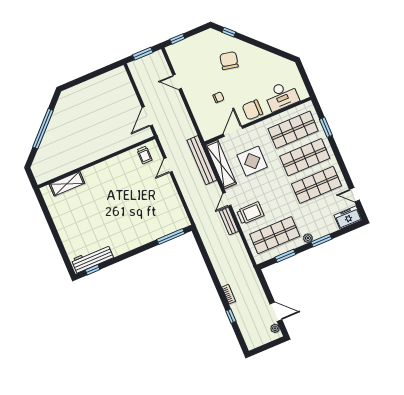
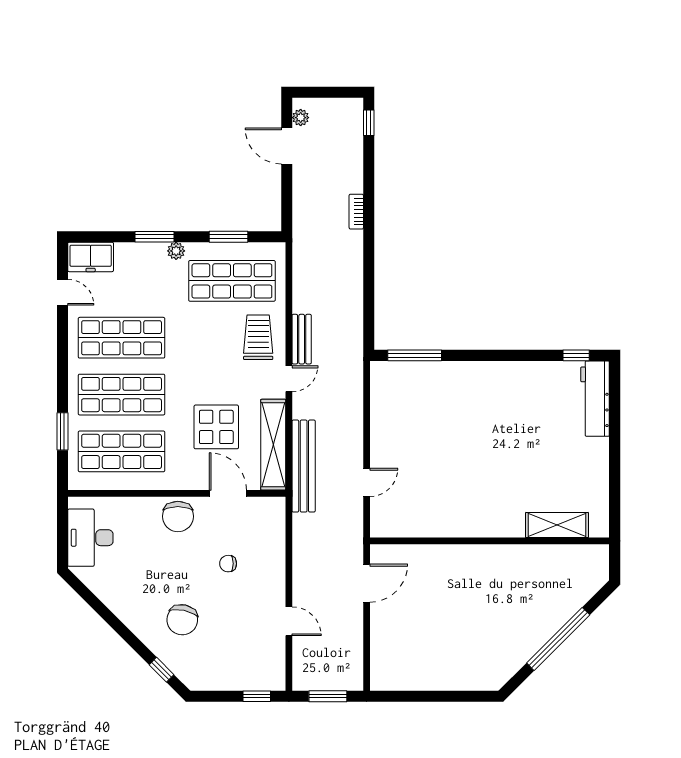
desk: (281, 96) -> (90, 538), moved, turned -90
chair: (252, 110) -> (178, 516), turned 90
door: (233, 131) -> (228, 493), swing flipped
trolley: (145, 155) -> (400, 518), removed
trolley: (250, 213) -> (258, 337), turned 90
workbench: (92, 259) -> (595, 399), moved, turned 90
window: (231, 316) -> (369, 123), moved

